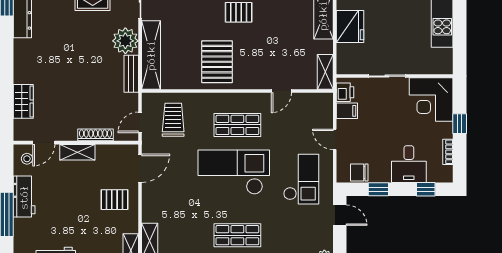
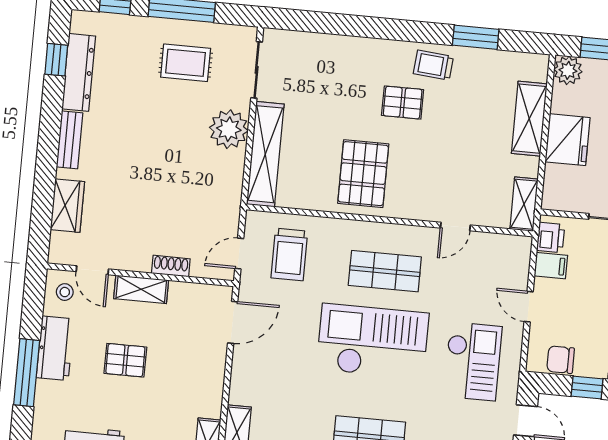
bench: (131, 74) -> (69, 140), moved
trolley: (173, 120) -> (289, 254), turned 180
shoe rack: (96, 135) -> (171, 266), width x0.70
door: (44, 143) -> (92, 270), hinge flipped
pallet: (114, 200) -> (125, 360), moved

